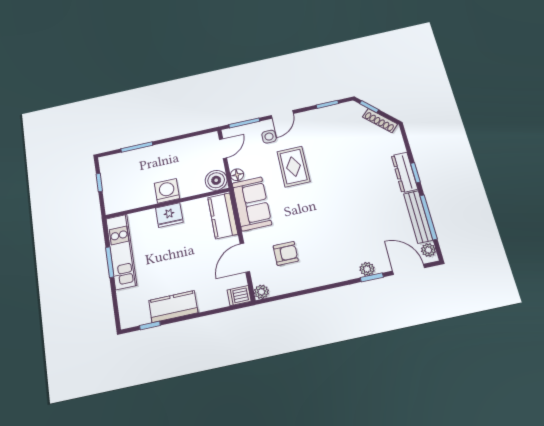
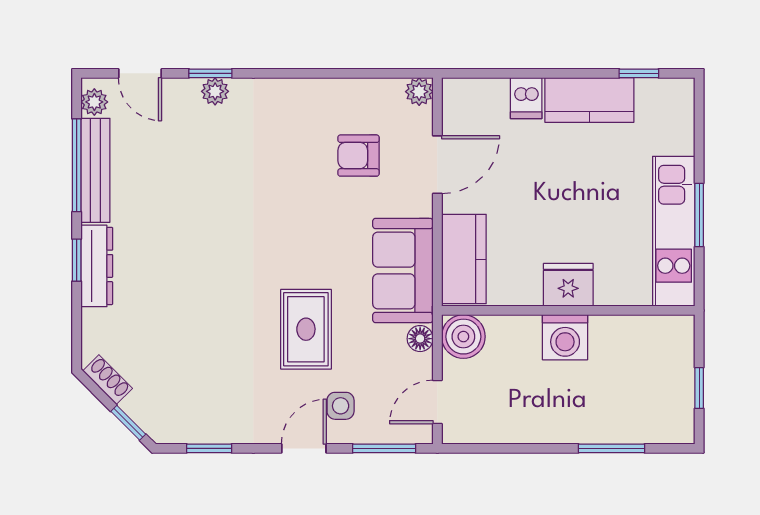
shoe rack: (380, 121) -> (108, 380), width x0.70
door: (409, 269) -> (140, 73), width x0.73
dishwasher: (239, 296) -> (526, 98), moved, turned 90

